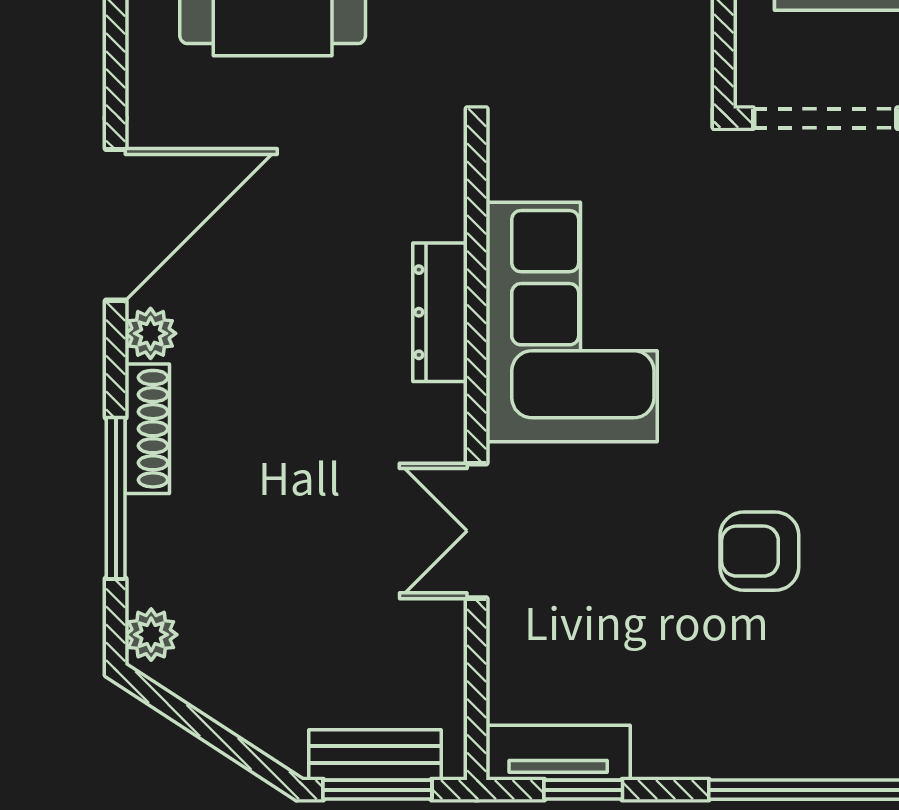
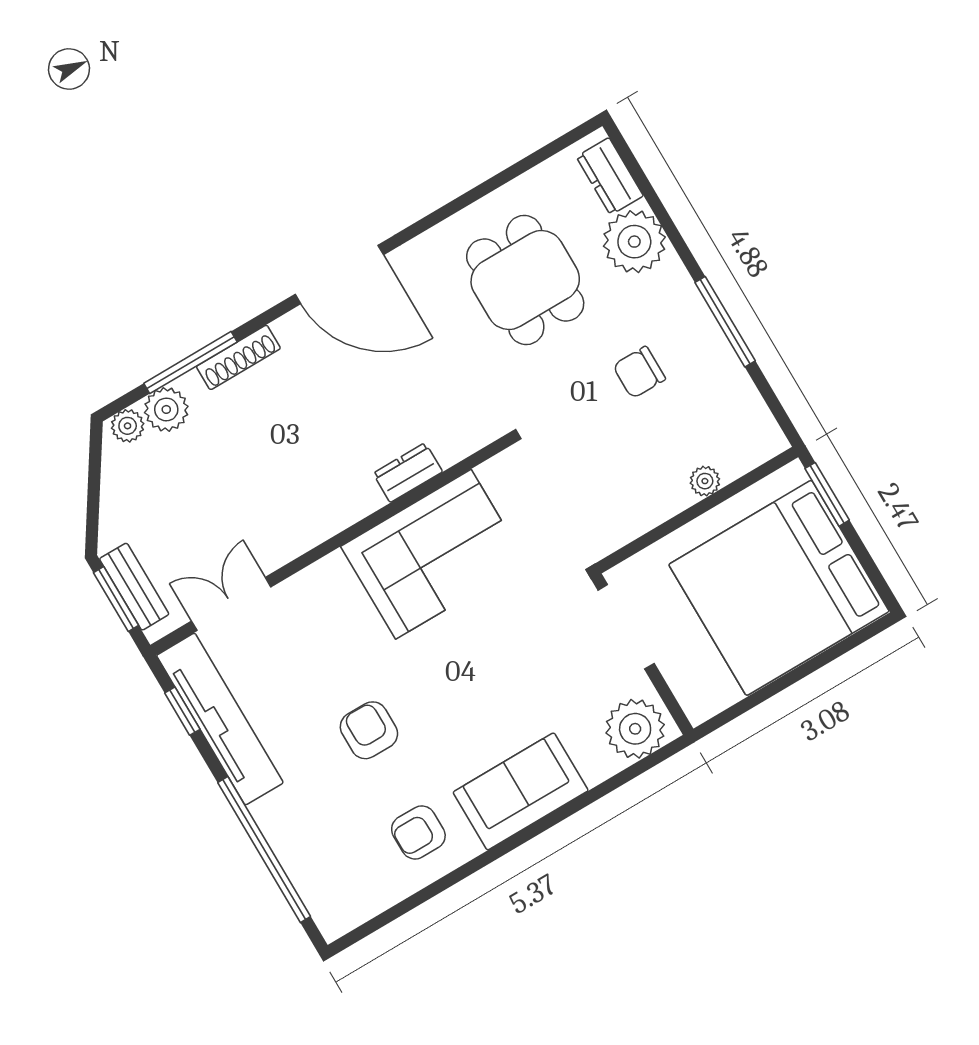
dresser: (440, 312) -> (408, 473), width x0.70
plant: (151, 333) -> (166, 409), moved, width x1.38, depth x1.38
double door: (477, 531) -> (231, 604), moved
tv unit: (558, 753) -> (220, 719), width x1.92, depth x1.29

